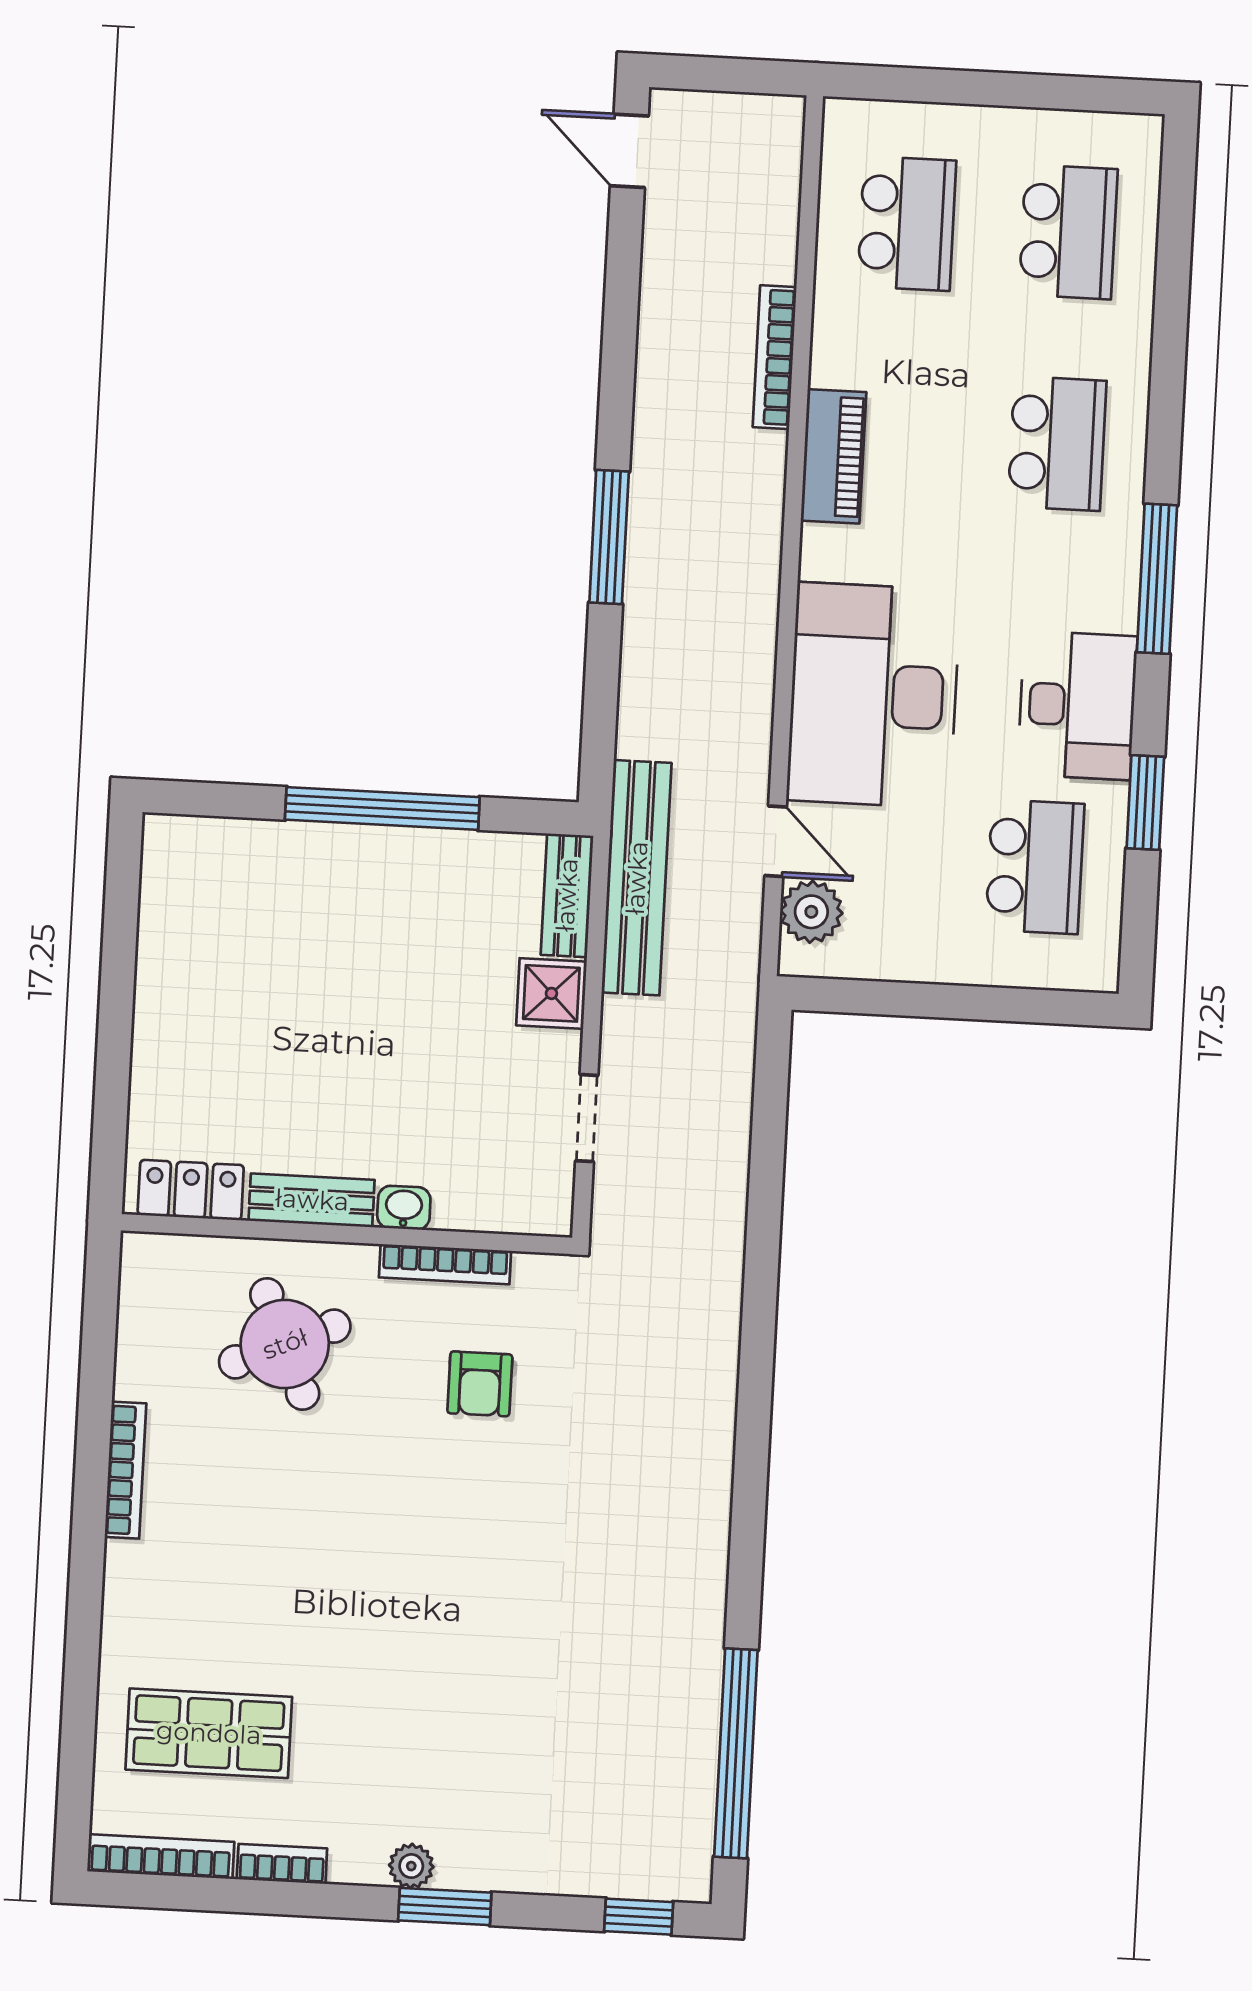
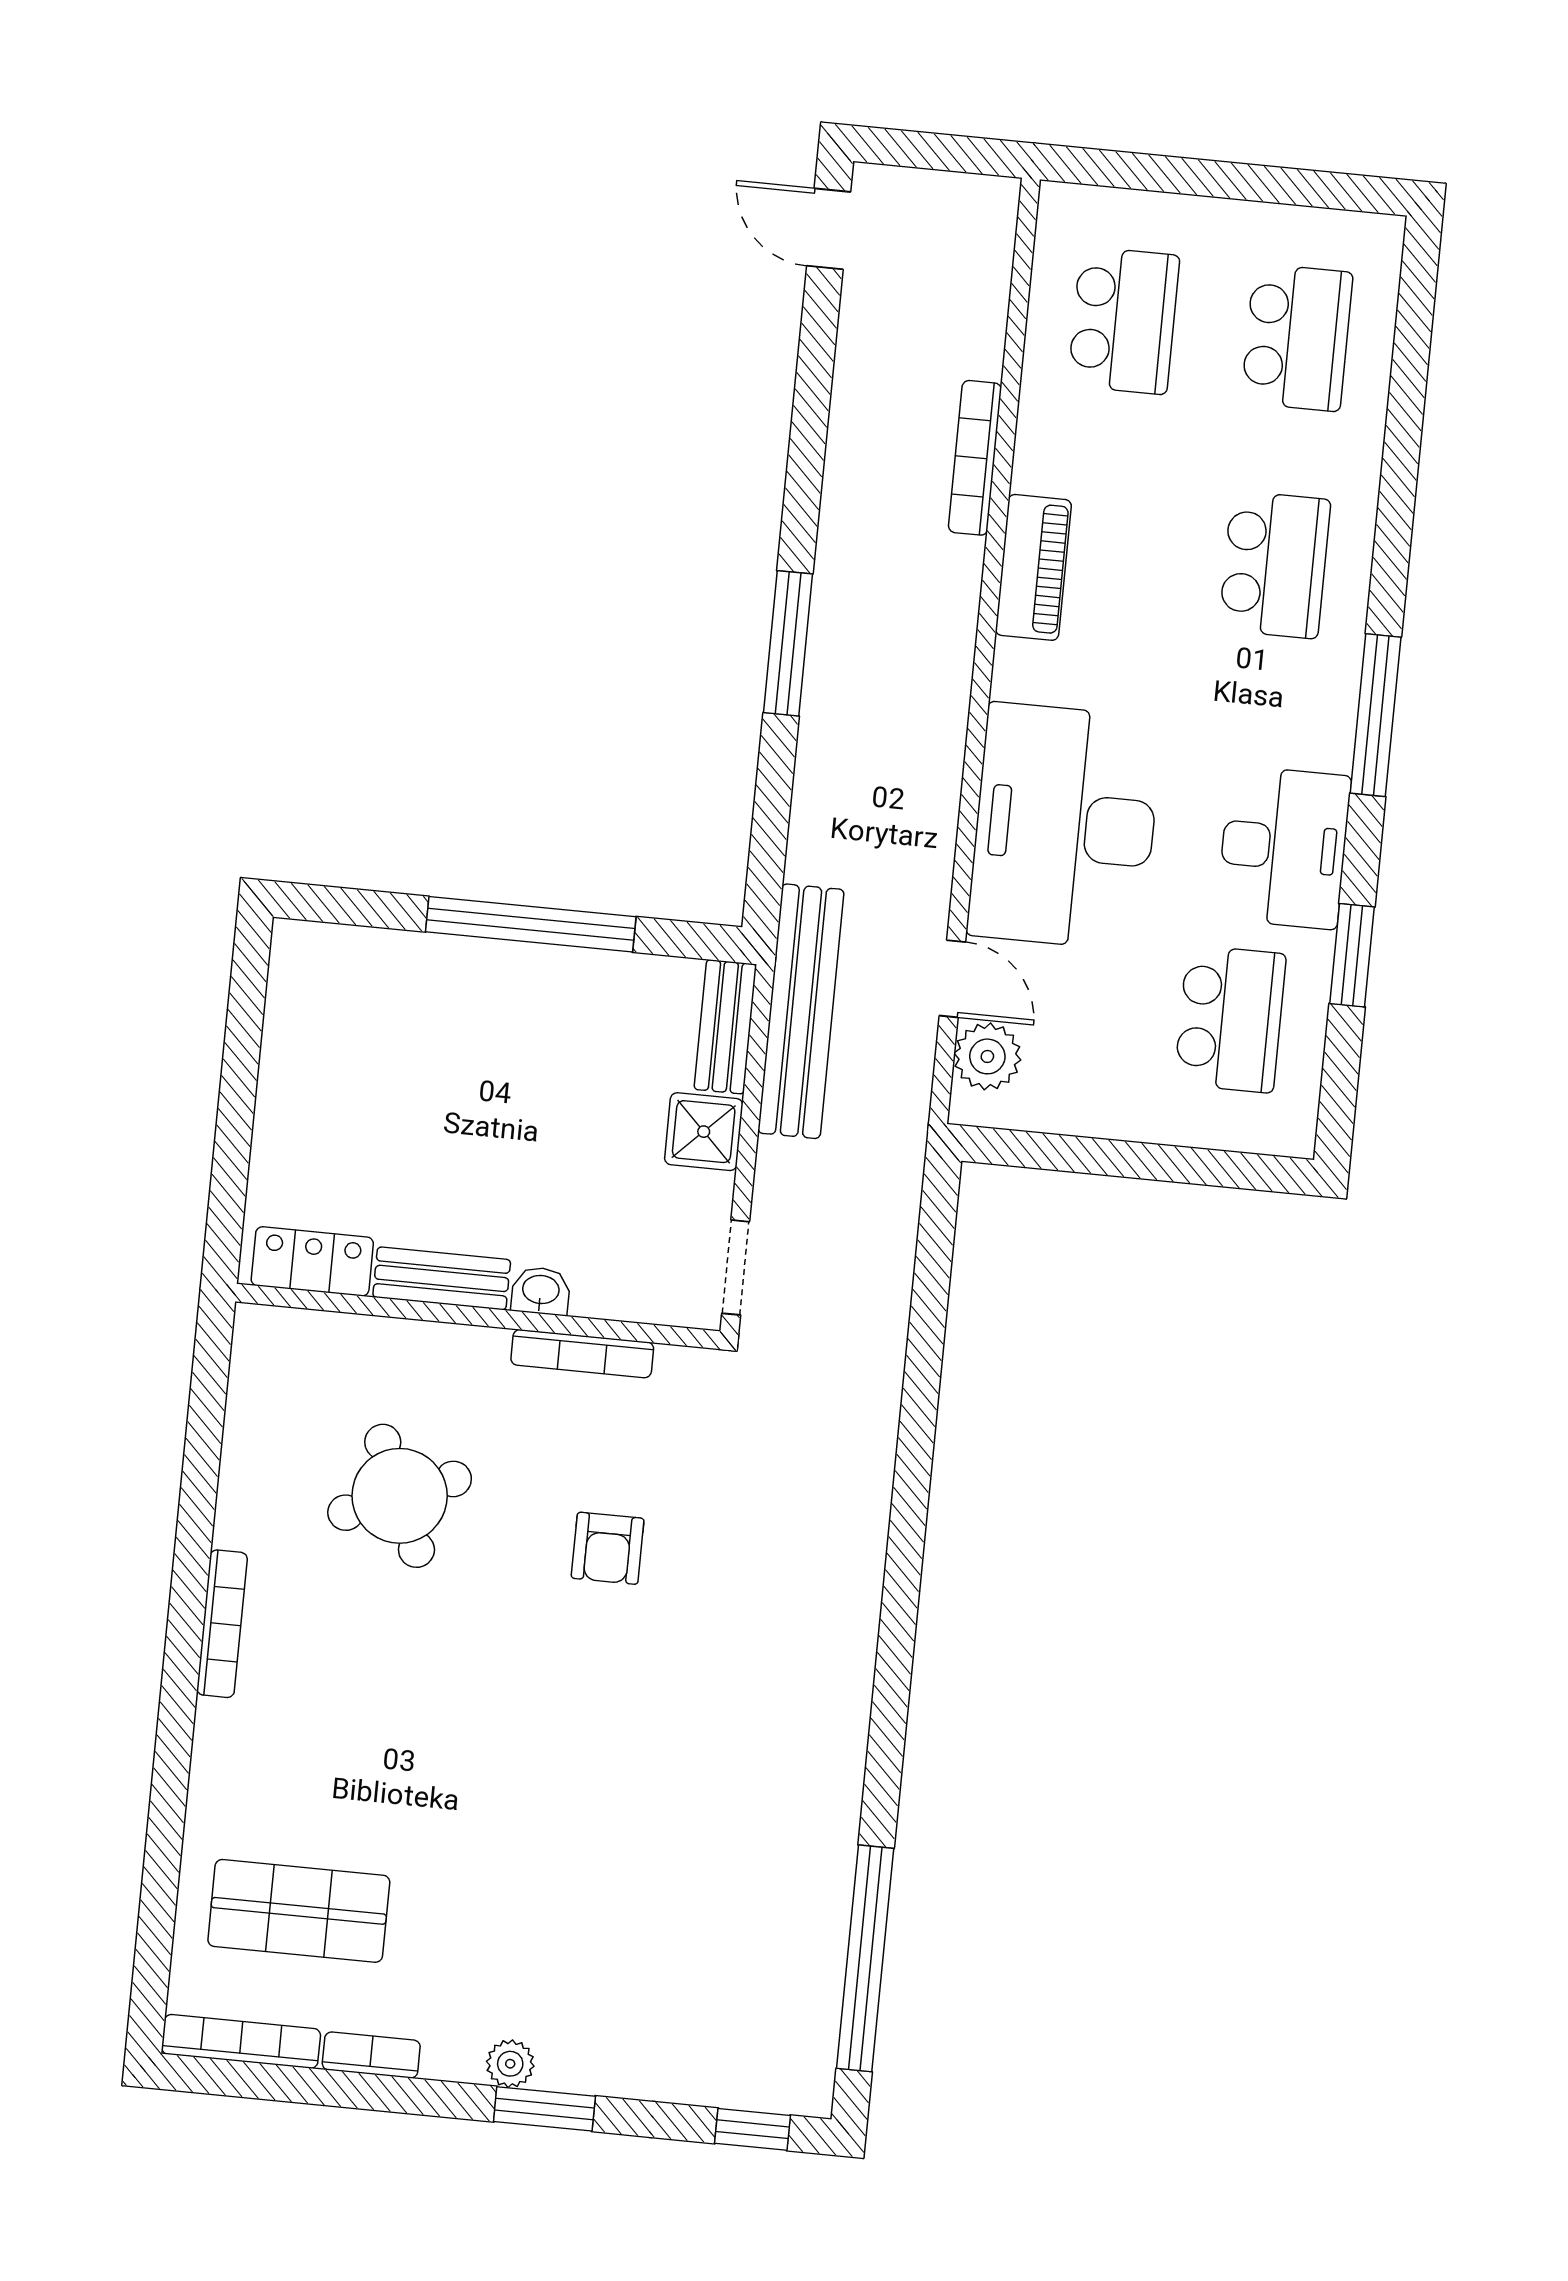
locker: (191, 1190) -> (312, 1261), moved
bench: (312, 1200) -> (442, 1278), moved
washbasin: (404, 1208) -> (541, 1291), moved
wall: (346, 1234) -> (478, 1316), moved
bookcase: (445, 1264) -> (582, 1354), moved

